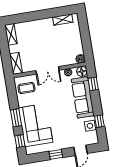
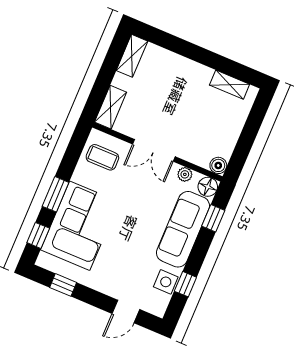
window: (56, 154) -> (63, 285), moved

